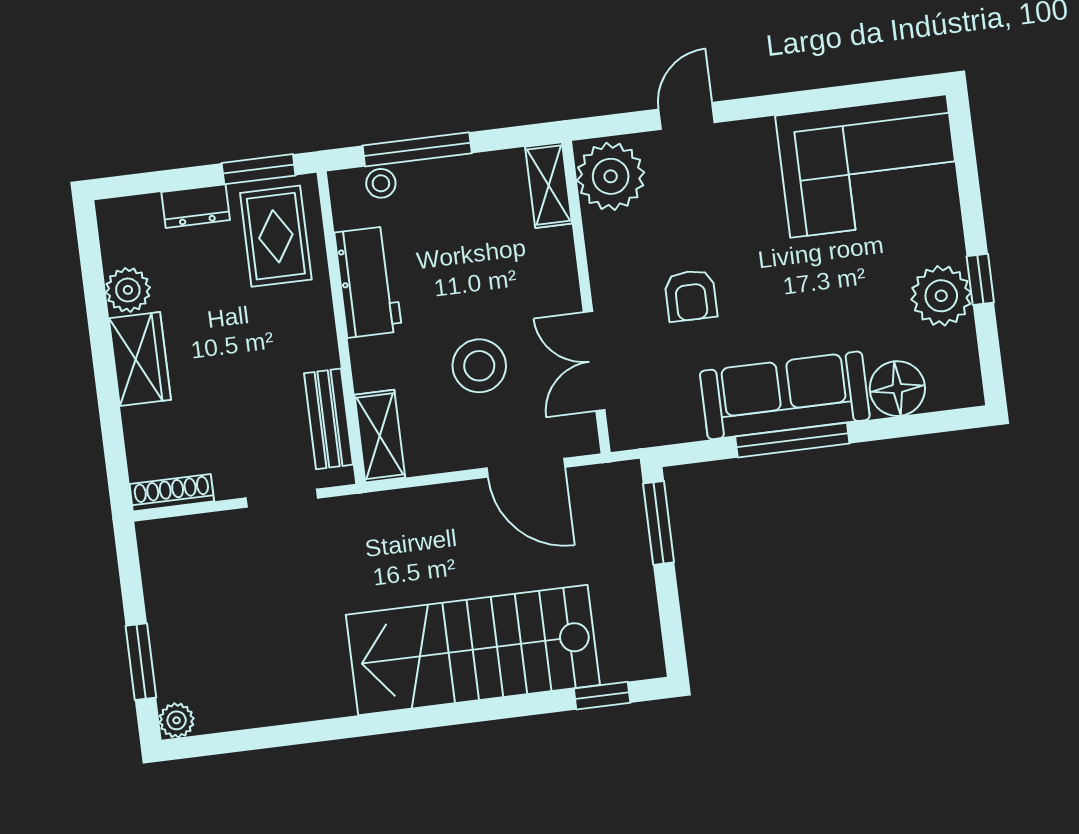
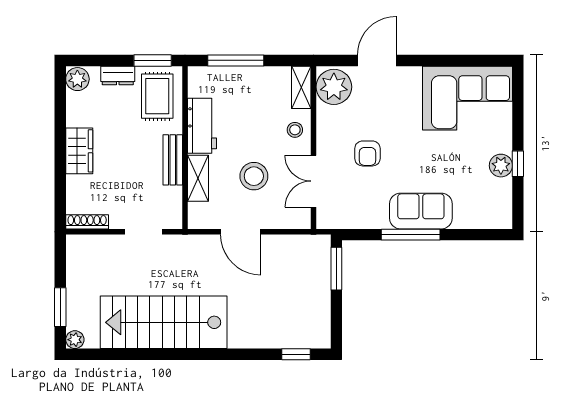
door: (687, 116) -> (377, 60), width x1.38
stool: (381, 183) -> (295, 130), moved
plant: (128, 290) -> (77, 79), moved
plant: (941, 296) -> (501, 166), width x0.73, depth x0.73
floor lamp: (897, 389) -> (468, 215), removed
sofa: (785, 395) -> (421, 211), width x0.73
bench: (329, 419) -> (173, 160), moved
shelving: (380, 436) -> (198, 178), moved
door: (526, 468) -> (241, 232), moved
stairs: (473, 650) -> (164, 322), moved

